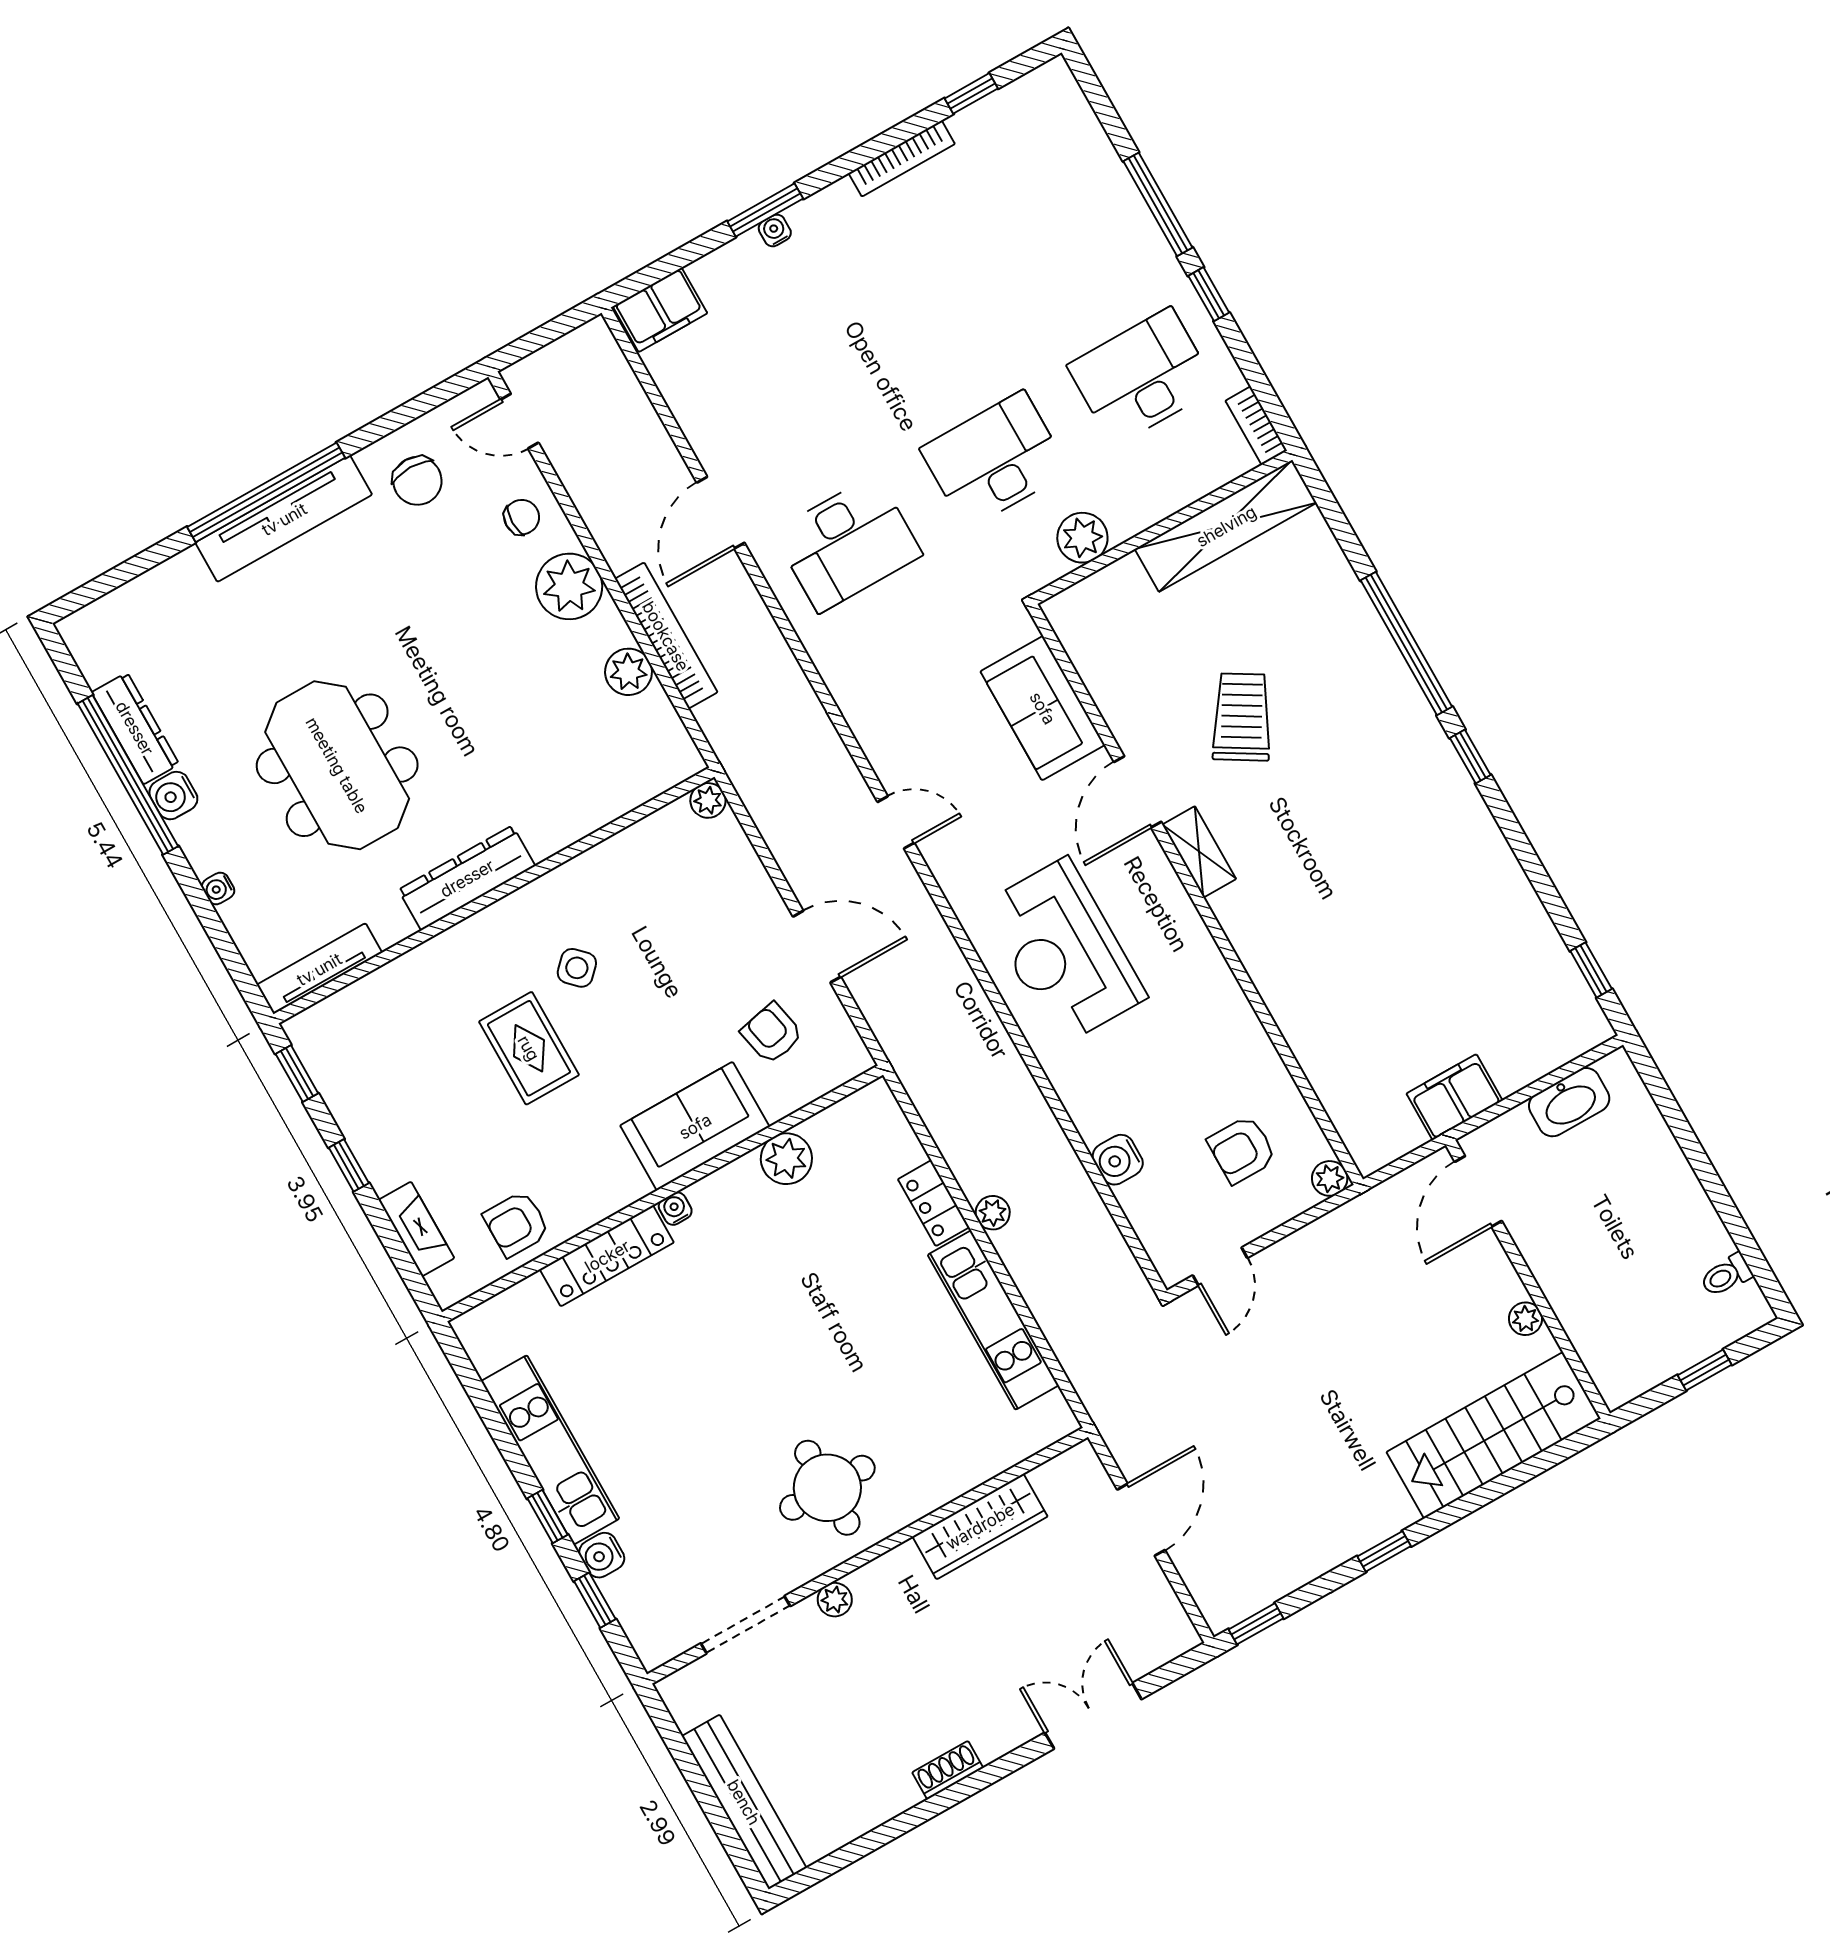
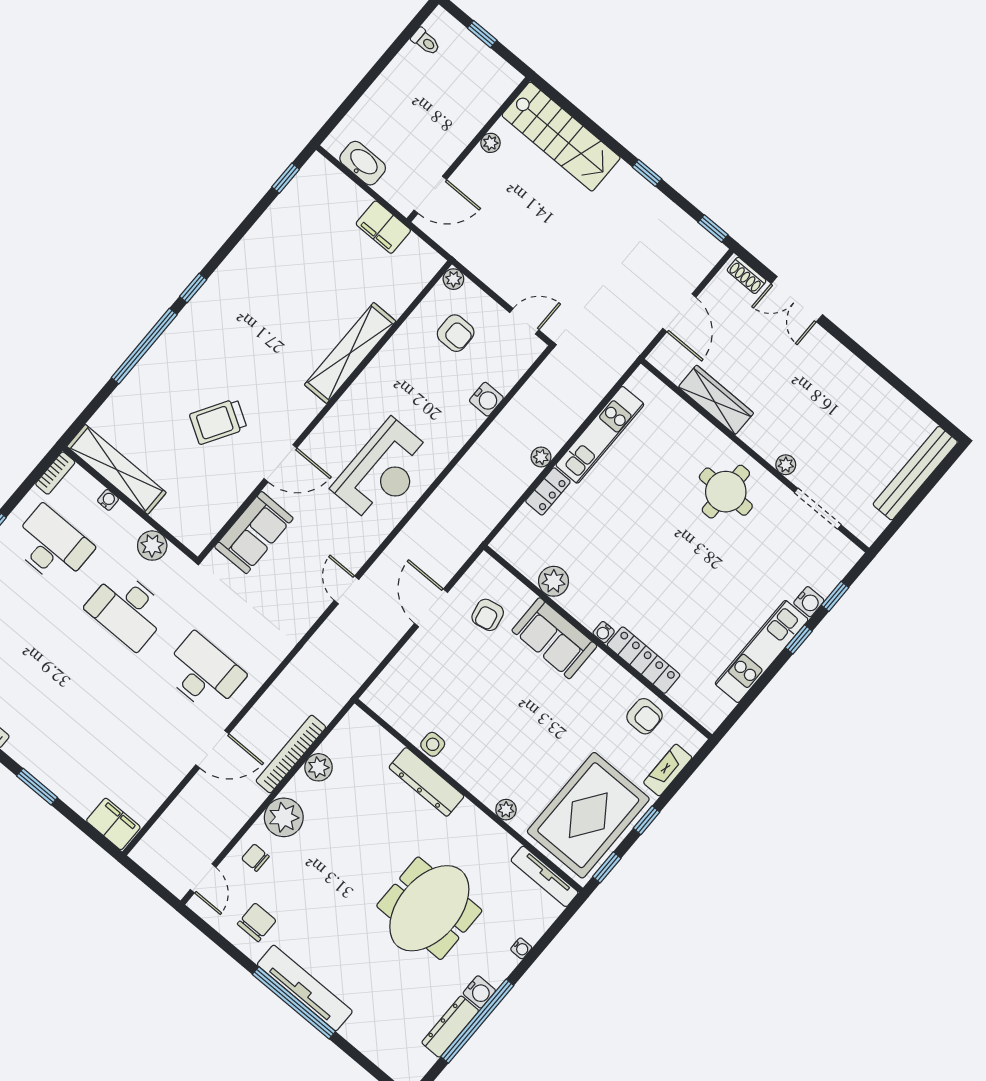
water cooler: (775, 231) -> (108, 500), moved, turned 180
desk: (1142, 377) -> (52, 546), turned 180
plant: (708, 800) -> (506, 810), moved
shelving: (1199, 852) -> (350, 353), moved, width x2.20, depth x1.33
dresser: (467, 878) -> (426, 782), moved
side table: (577, 968) -> (433, 744), moved, turned 45
rug: (529, 1048) -> (588, 815), moved, width x1.86, depth x2.06
door: (1141, 1520) -> (679, 313), swing flipped
shoe rack: (948, 1770) -> (747, 275), moved

